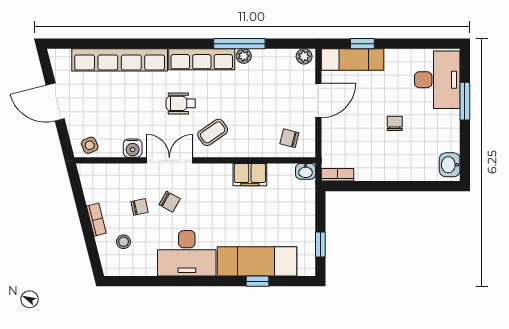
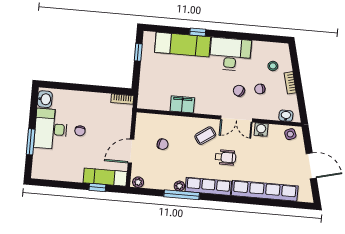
desk: (437, 80) -> (51, 129), moved
chair: (289, 138) -> (163, 144), moved
washbasin: (306, 171) -> (286, 116), moved
window: (258, 281) -> (198, 32), moved

